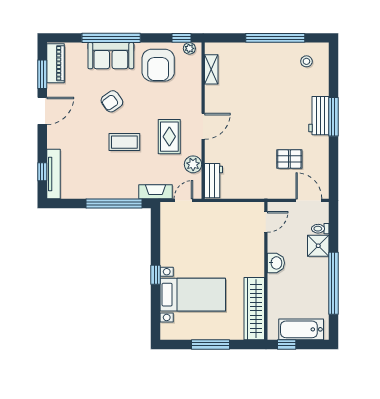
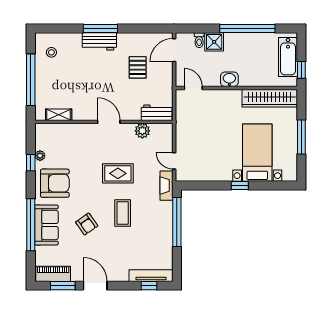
shelving: (211, 69) -> (59, 115), moved
wall: (203, 121) -> (104, 122), moved
door: (203, 126) -> (109, 122), moved
plant: (193, 164) -> (142, 131), moved
workbench: (214, 181) -> (157, 113), moved

